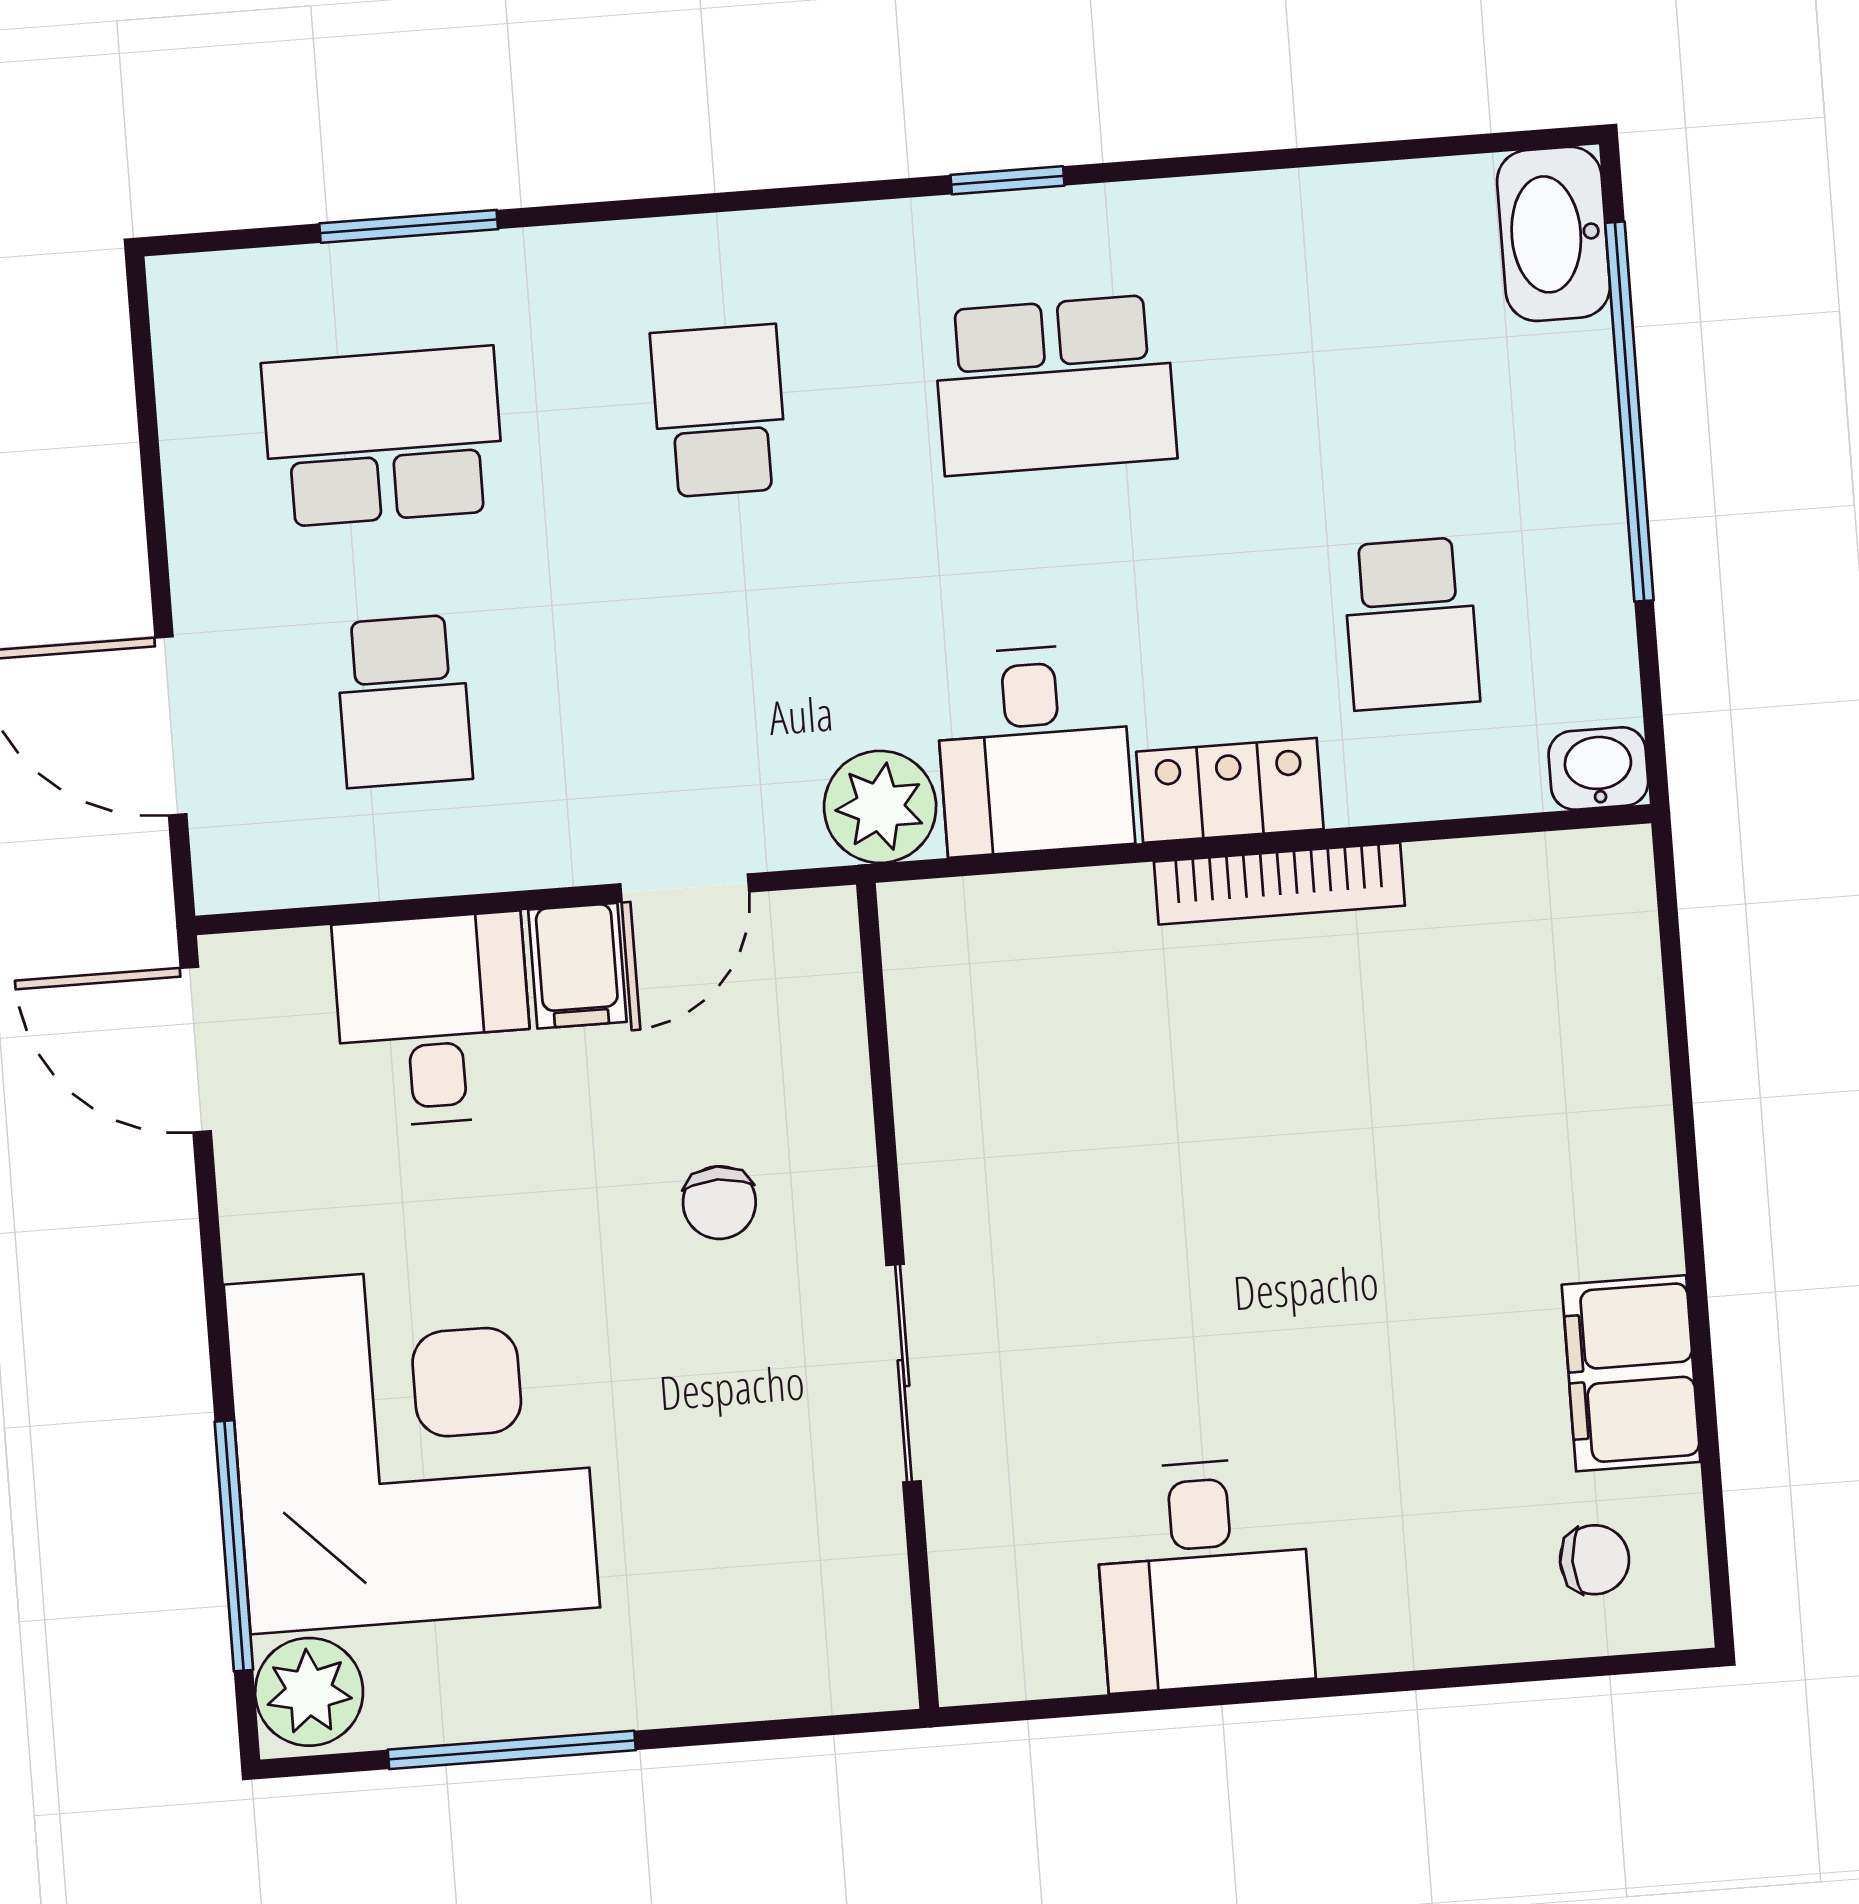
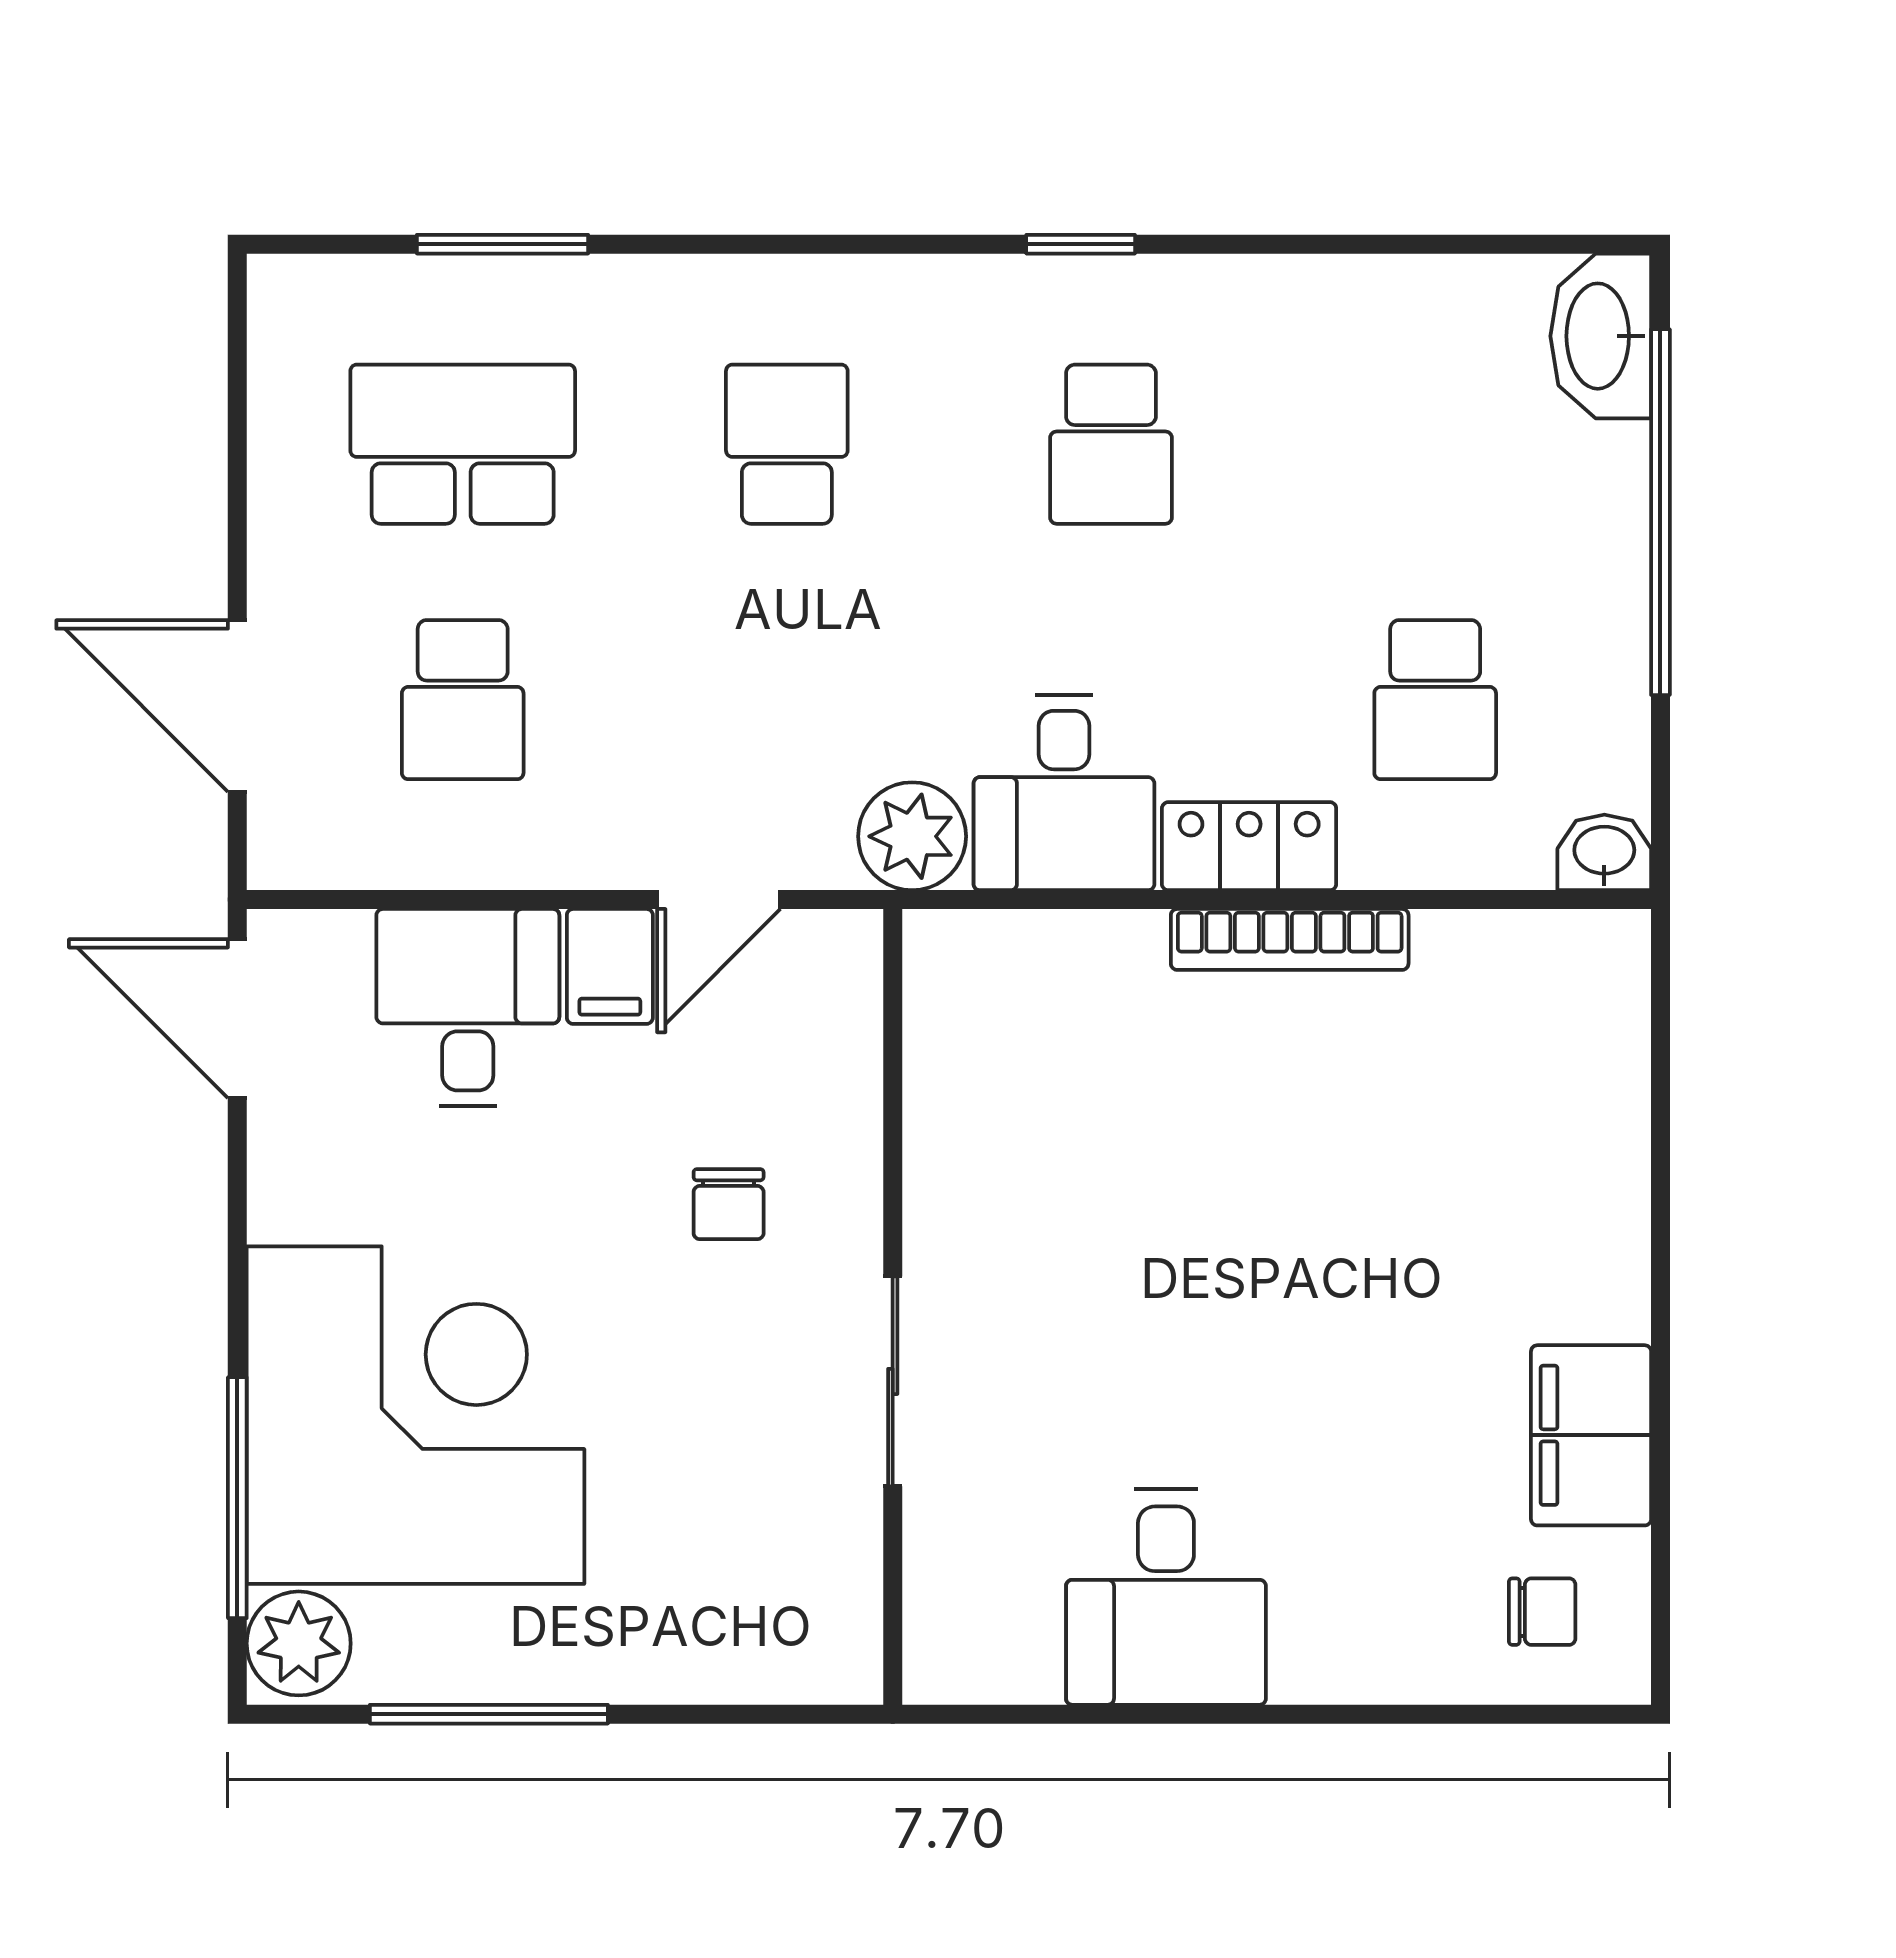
school desk: (1055, 385) -> (1111, 444), width x0.54

